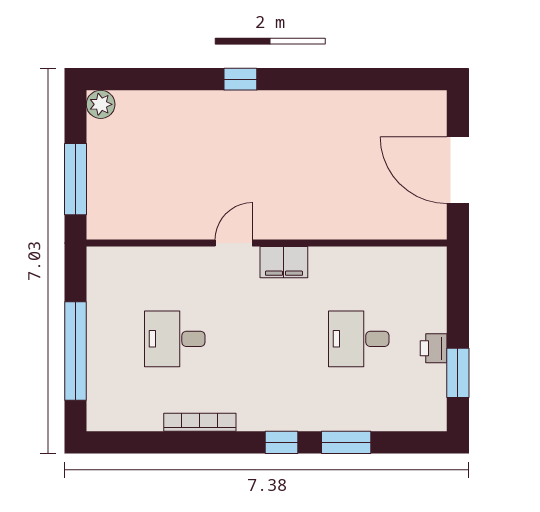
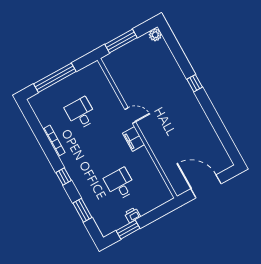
door: (458, 170) -> (206, 186), hinge flipped
window: (346, 442) -> (82, 210), moved

